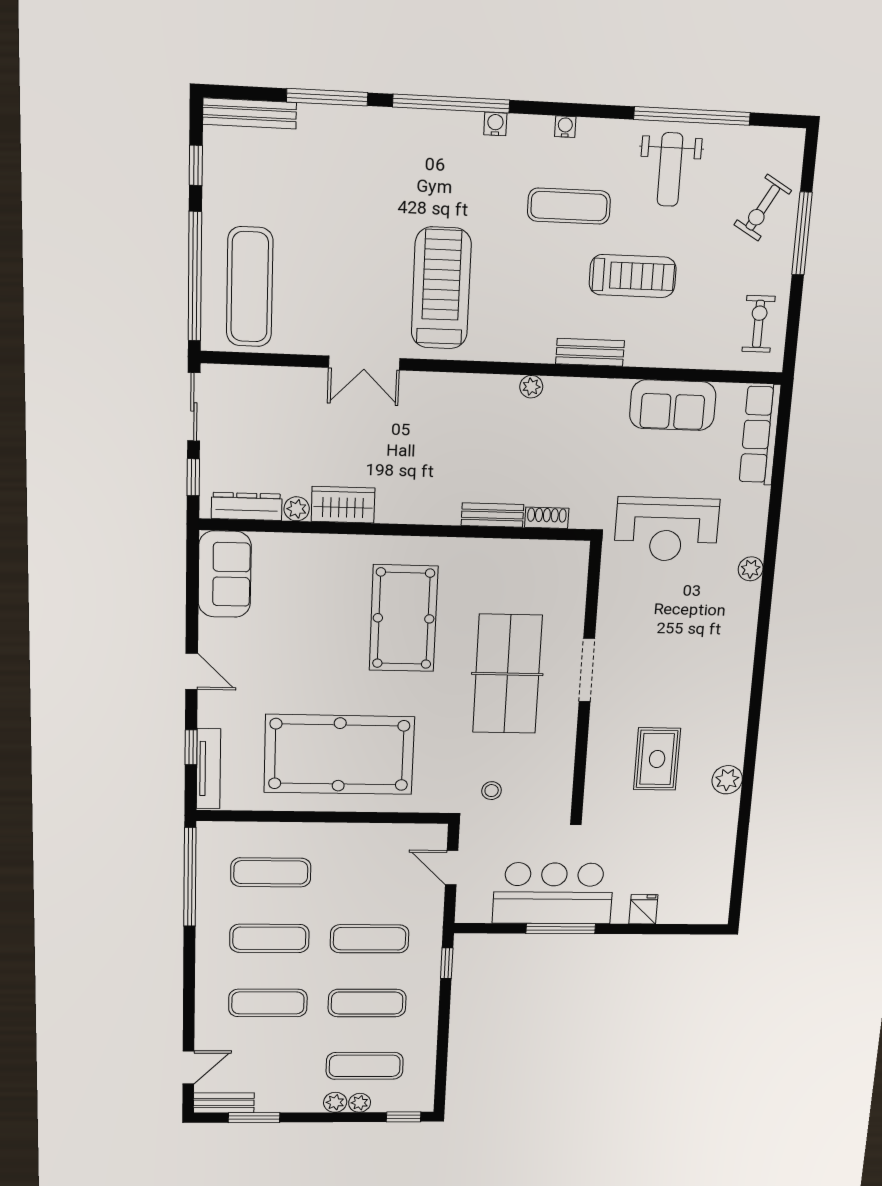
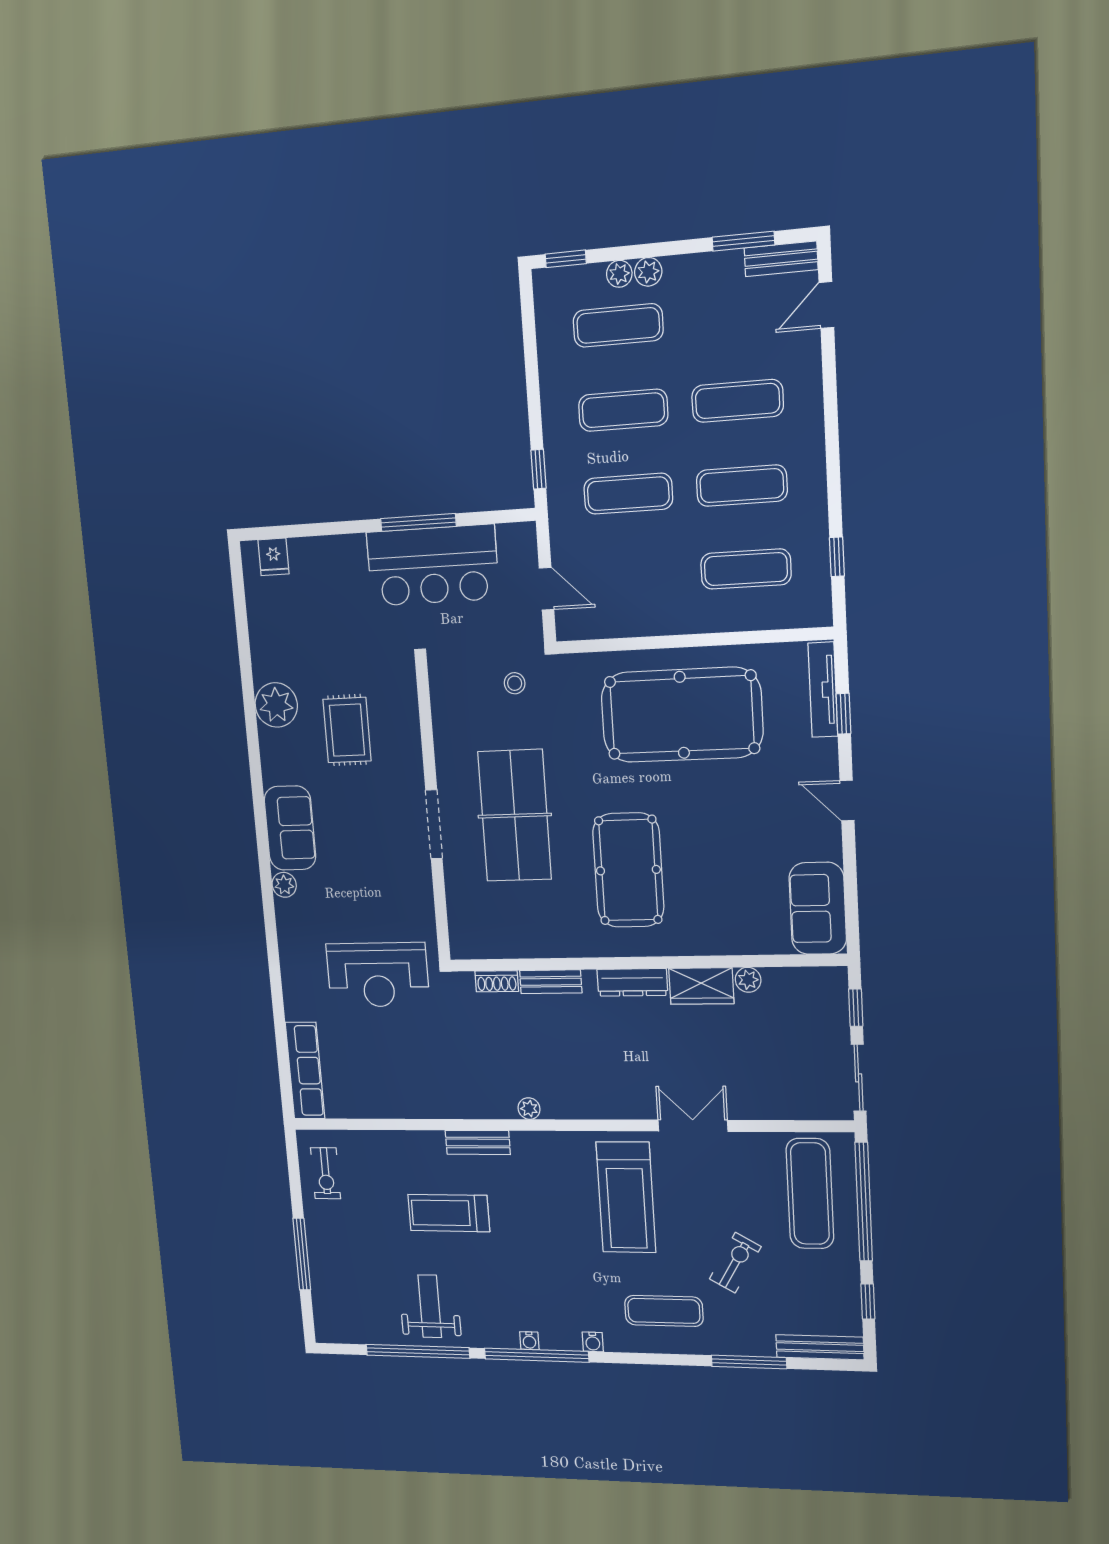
window: (451, 104) -> (536, 1355), moved
exercise mat: (569, 206) -> (664, 1311), moved
exercise bike: (763, 208) -> (735, 1263), moved
sofa: (673, 405) -> (290, 828), moved, turned 90
dresser: (247, 506) -> (632, 982), moved
reception desk: (667, 529) -> (378, 975), turned 180
plant: (751, 569) -> (284, 885), moved
plant: (727, 780) -> (276, 705), width x1.36, depth x1.36
window: (190, 877) -> (837, 557), width x0.32
fridge: (643, 909) -> (273, 557), moved

